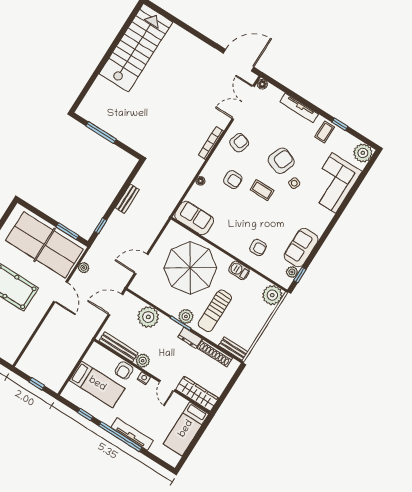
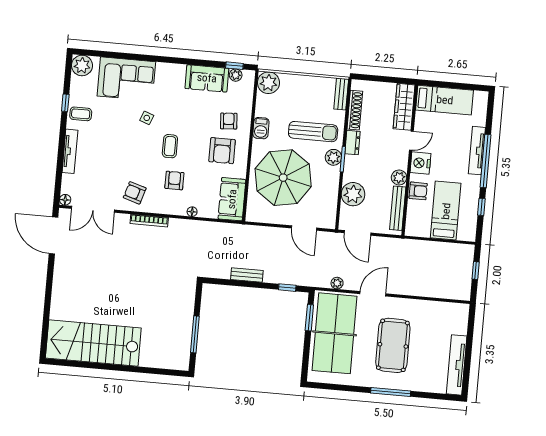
armchair: (281, 161) -> (222, 151), moved, turned -111
nightstand: (144, 378) -> (420, 163), width x1.89, depth x1.79

